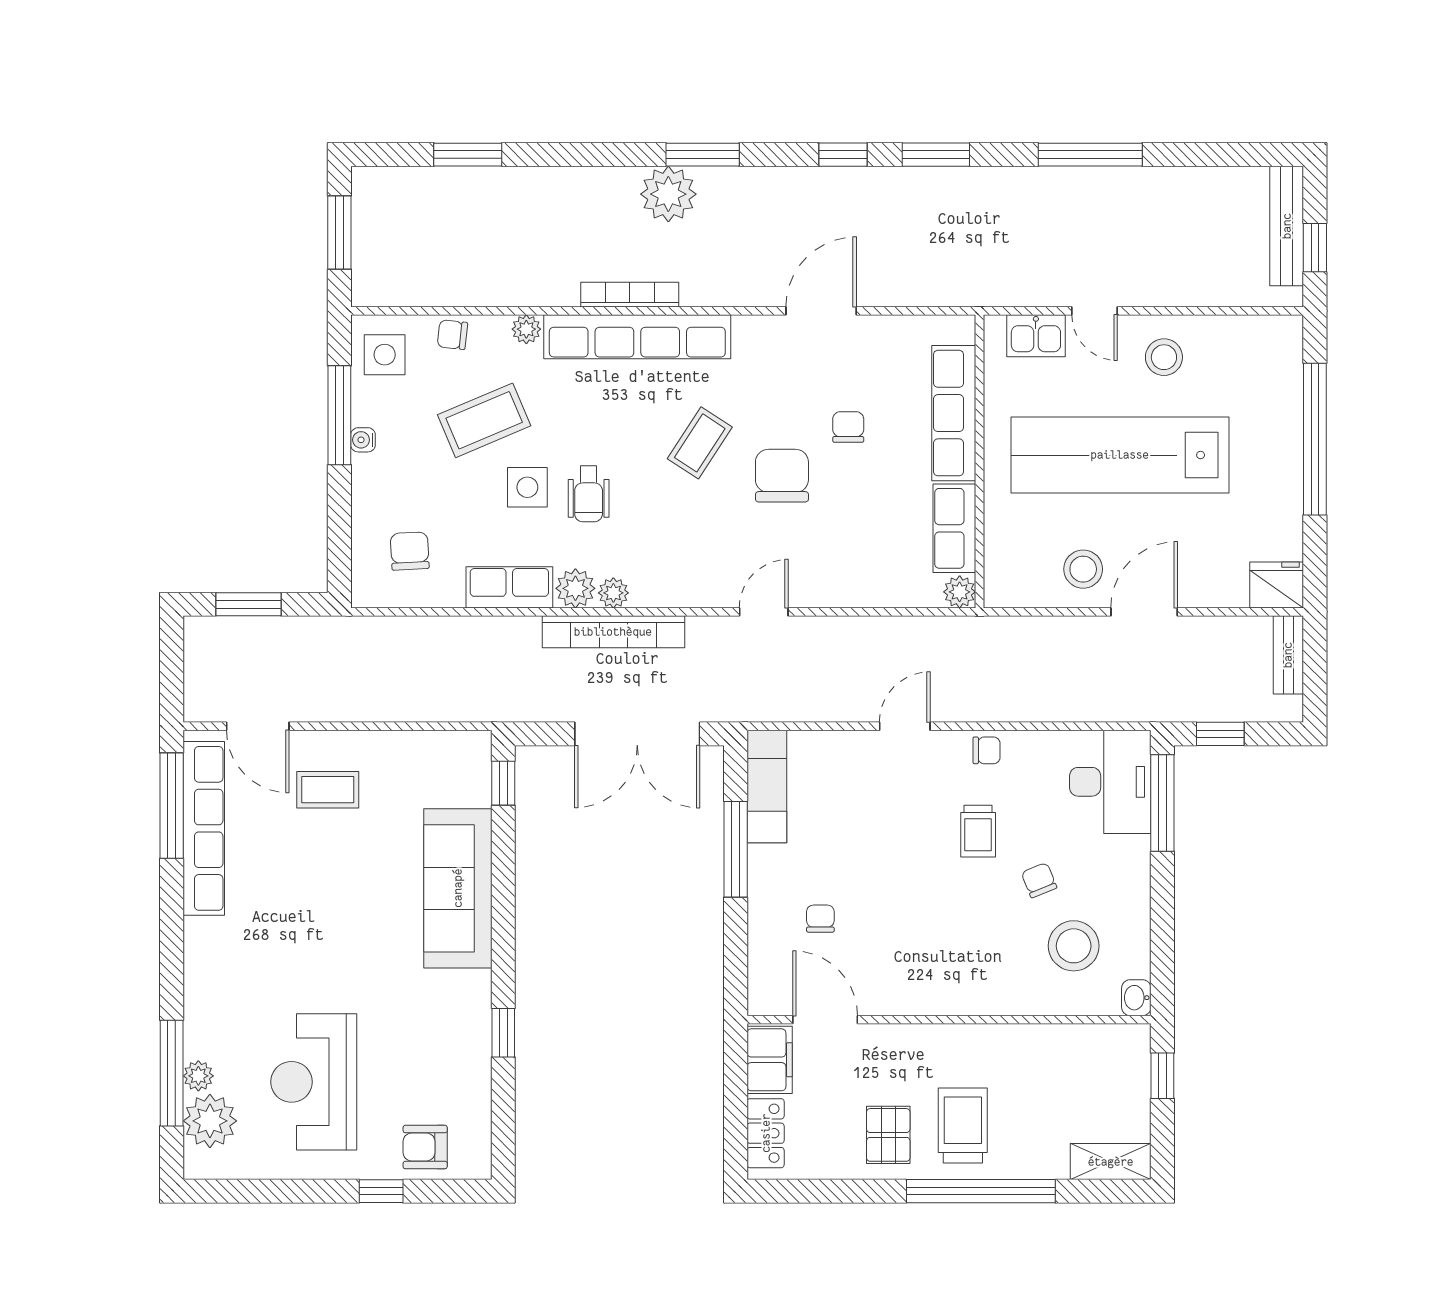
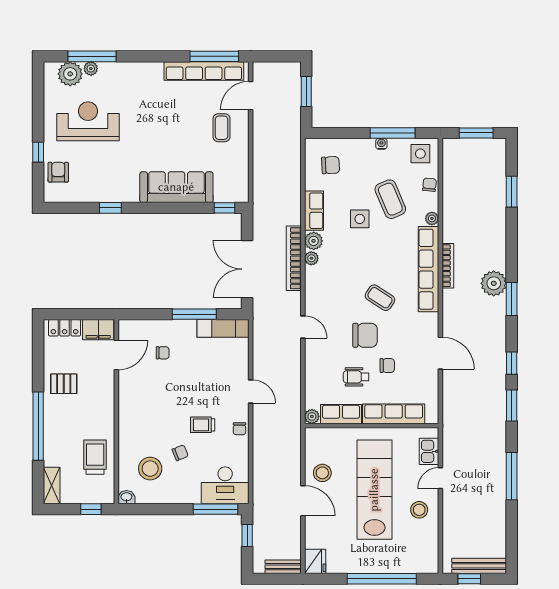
wheelchair: (589, 494) -> (356, 377), moved
trolley: (963, 1125) -> (95, 457), moved, turned -90

